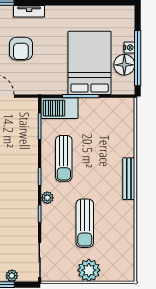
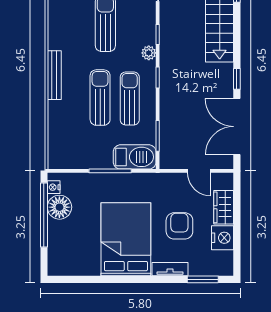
nightstand: (129, 47) -> (54, 187), moved
bed: (90, 63) -> (126, 239), moved, turned 180
sun lounger: (89, 159) -> (100, 98), added

